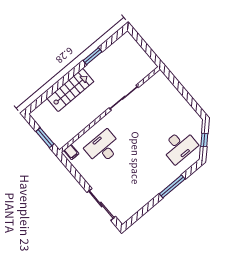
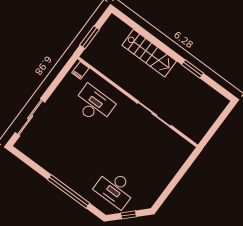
window: (172, 186) -> (69, 191), width x1.46

